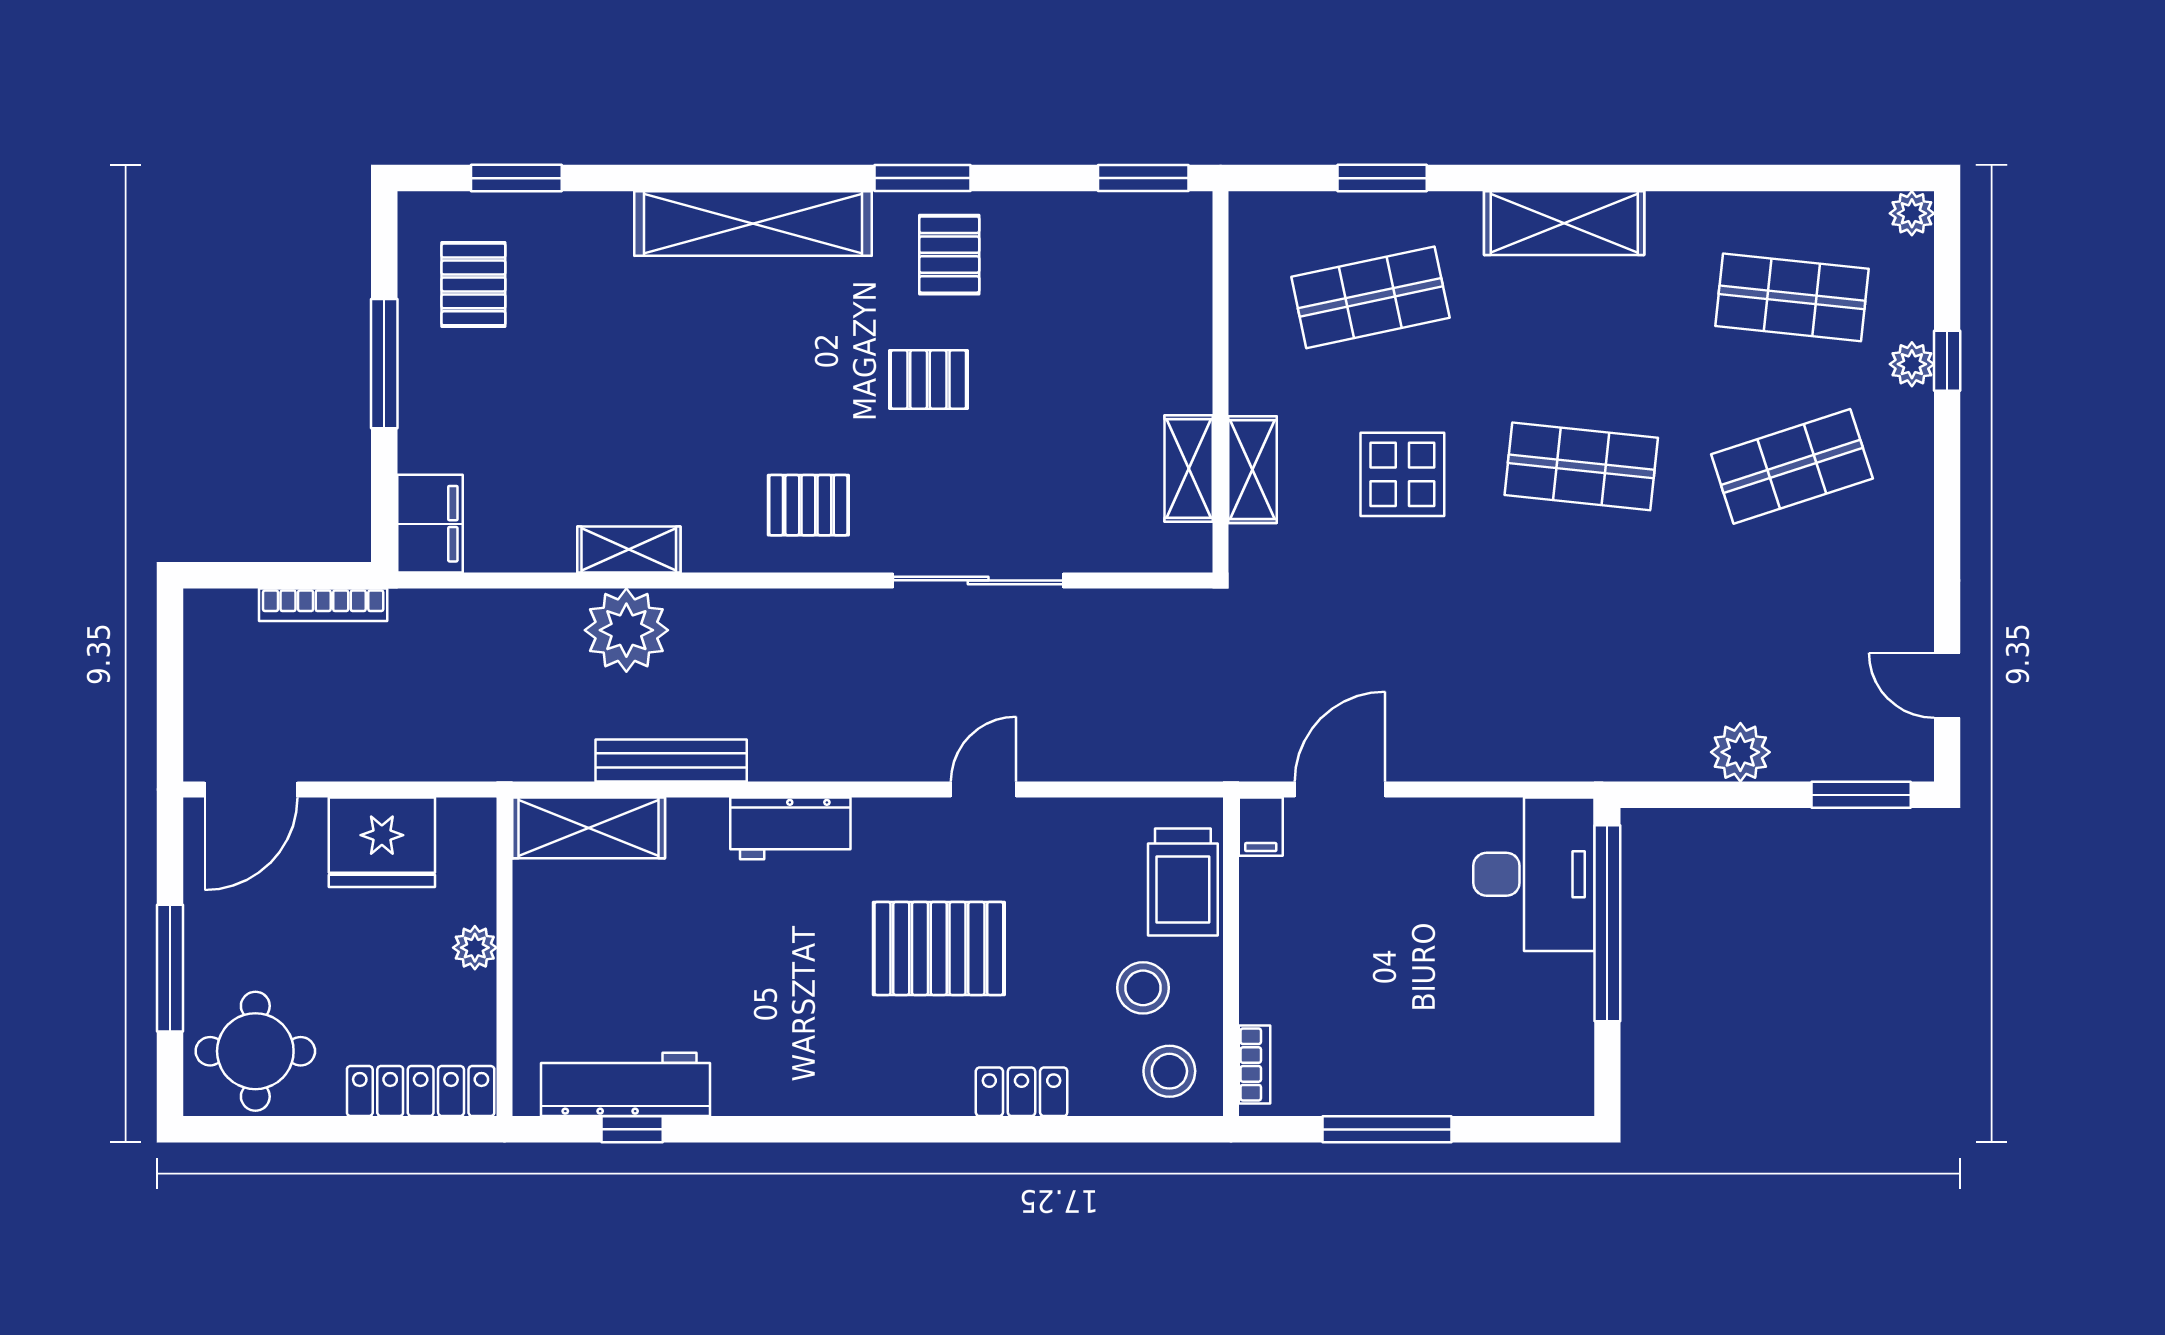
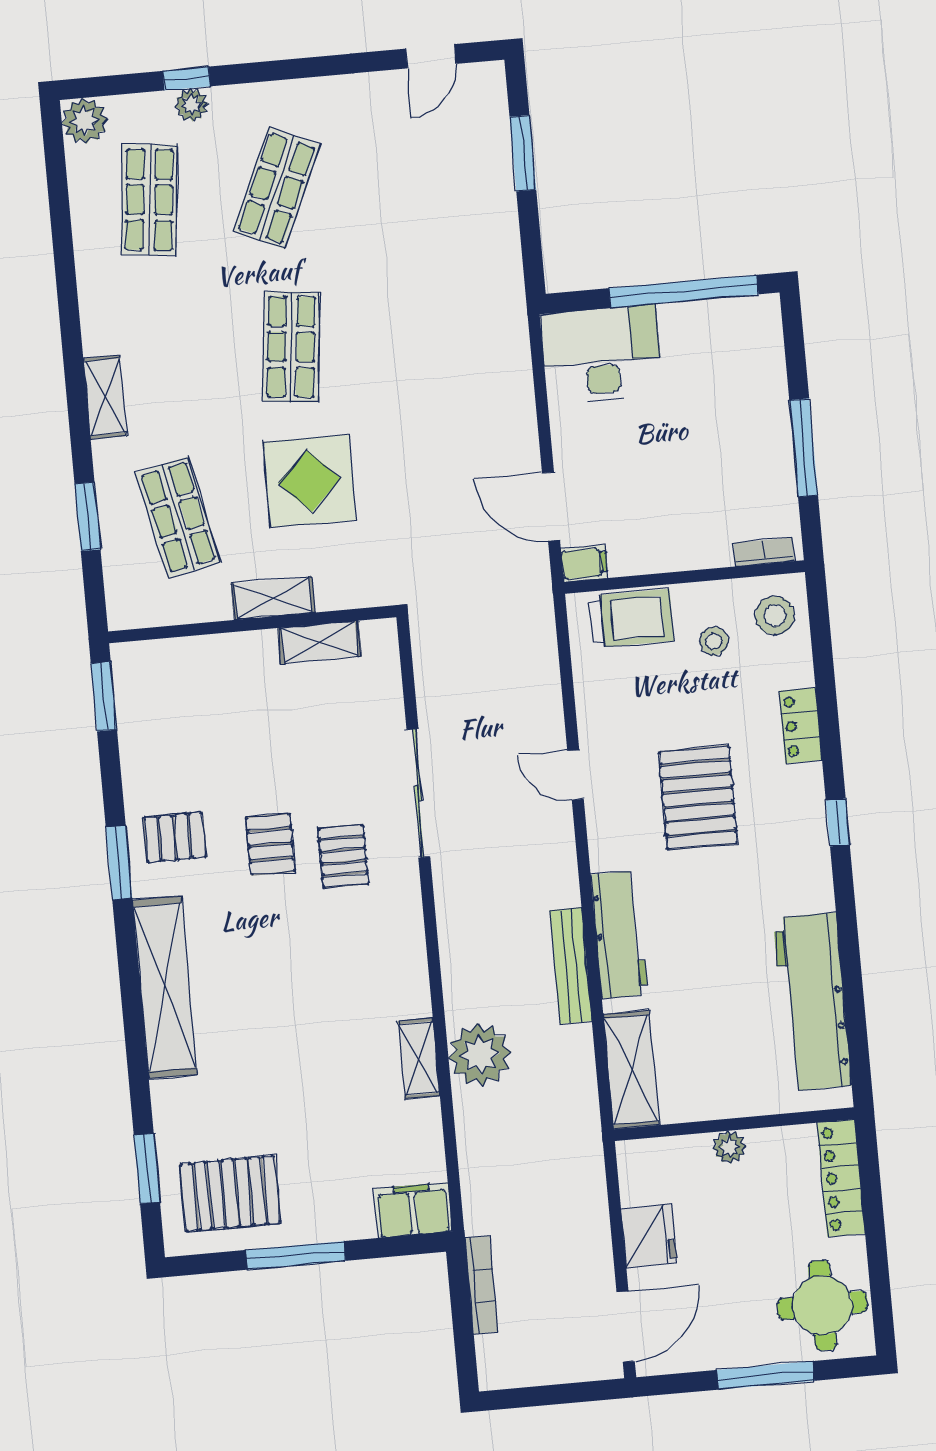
plant: (1912, 213) -> (85, 121), width x1.38, depth x1.38
shelving: (1564, 223) -> (105, 397), width x0.67, depth x0.75
pallet: (473, 284) -> (230, 1194), width x1.50, depth x1.42
shop shelf: (1792, 466) -> (277, 188), turned 42
shelving: (1253, 470) -> (273, 598), moved
display table: (1402, 474) -> (309, 481), width x1.36, depth x1.36
pallet: (808, 505) -> (343, 856), moved
plant: (1740, 752) -> (495, 207), removed
bench: (671, 761) -> (571, 966), moved
door: (251, 790) -> (626, 1327), hinge flipped
window: (1861, 795) -> (523, 153), moved
workbench: (790, 828) -> (619, 935), width x1.38
fridge: (382, 842) -> (649, 1236), width x0.73, depth x0.75
window: (1607, 923) -> (684, 291), moved
stool: (1143, 988) -> (714, 641), width x0.73, depth x0.73
workbench: (626, 1084) -> (812, 1002), width x1.36, depth x1.32
window: (632, 1129) -> (838, 823), moved

